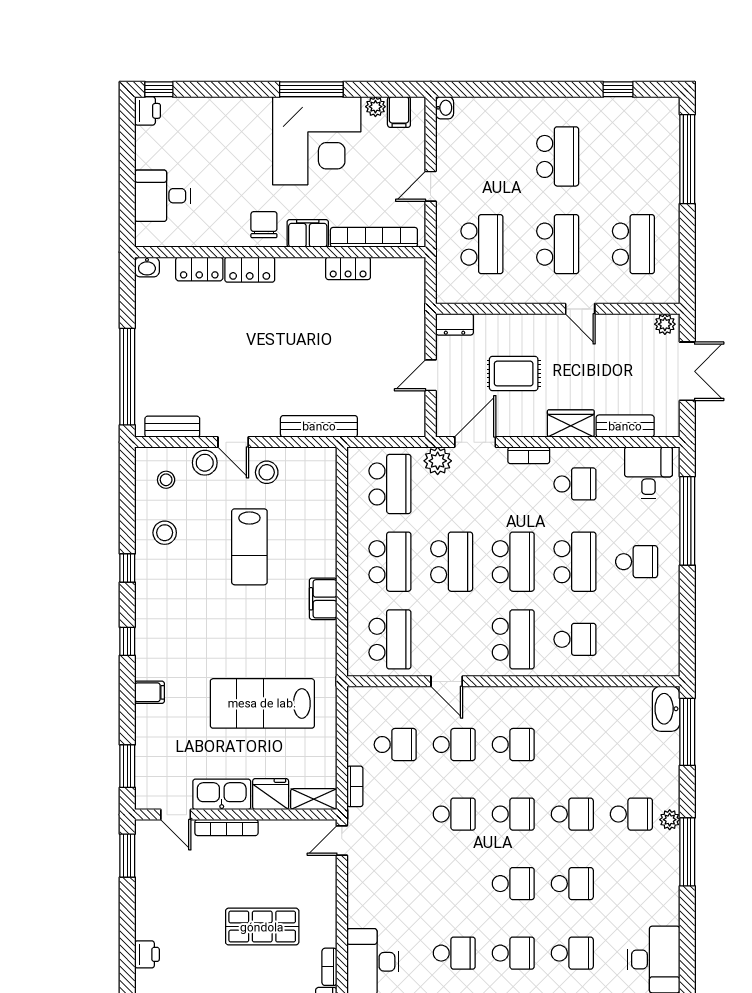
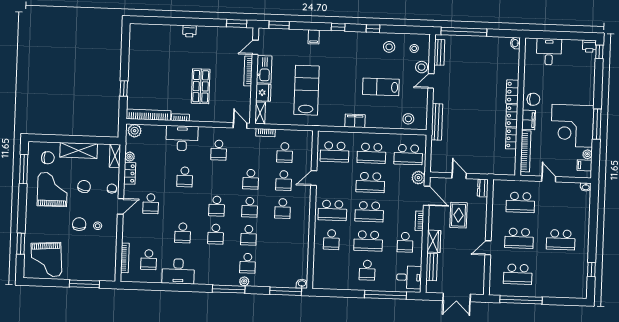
window: (687, 159) -> (521, 300), moved
locker: (199, 269) -> (512, 116), moved
plant: (665, 324) -> (479, 288), removed
stool: (267, 472) -> (408, 119), moved
washbasin: (666, 709) -> (302, 284), width x0.52, depth x0.69
school desk: (513, 953) -> (219, 150), moved

